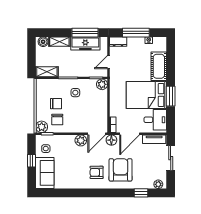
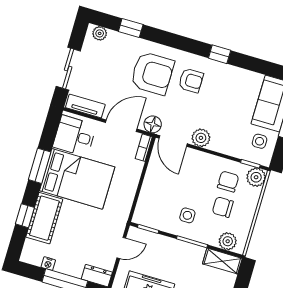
window: (171, 64) -> (25, 216), added
plant: (102, 84) -> (228, 241), moved
door: (97, 134) -> (173, 141), swing flipped
armchair: (121, 170) -> (152, 73), turned -90
window: (84, 193) -> (220, 54), added

